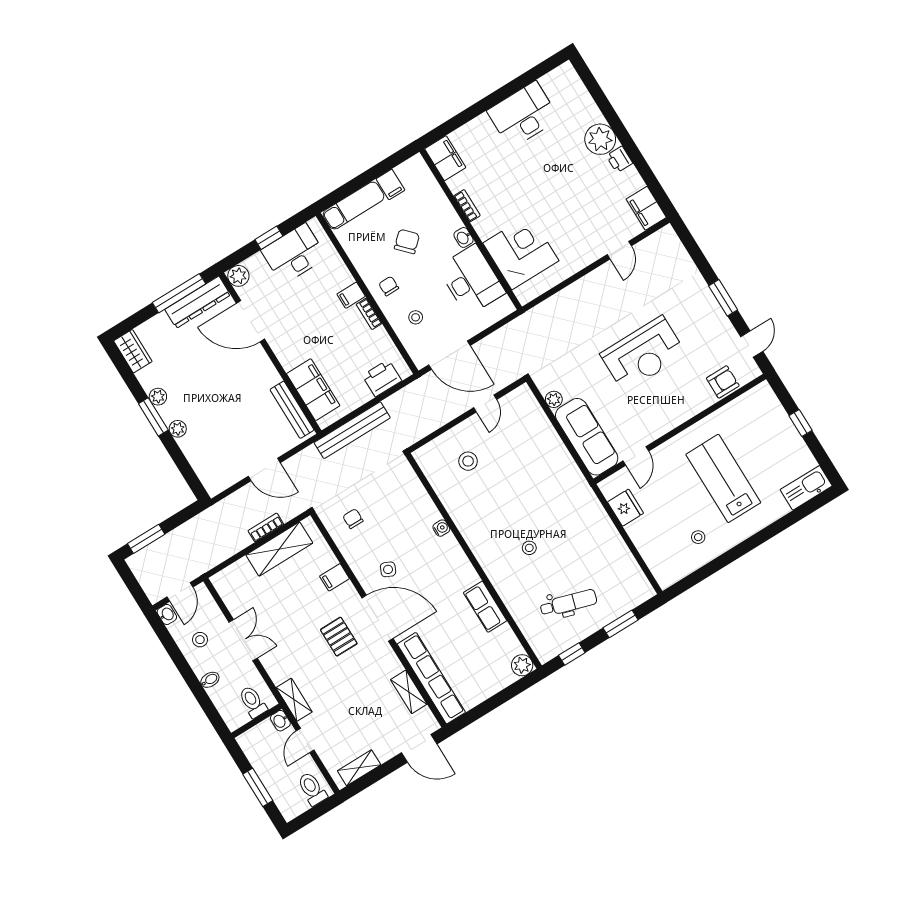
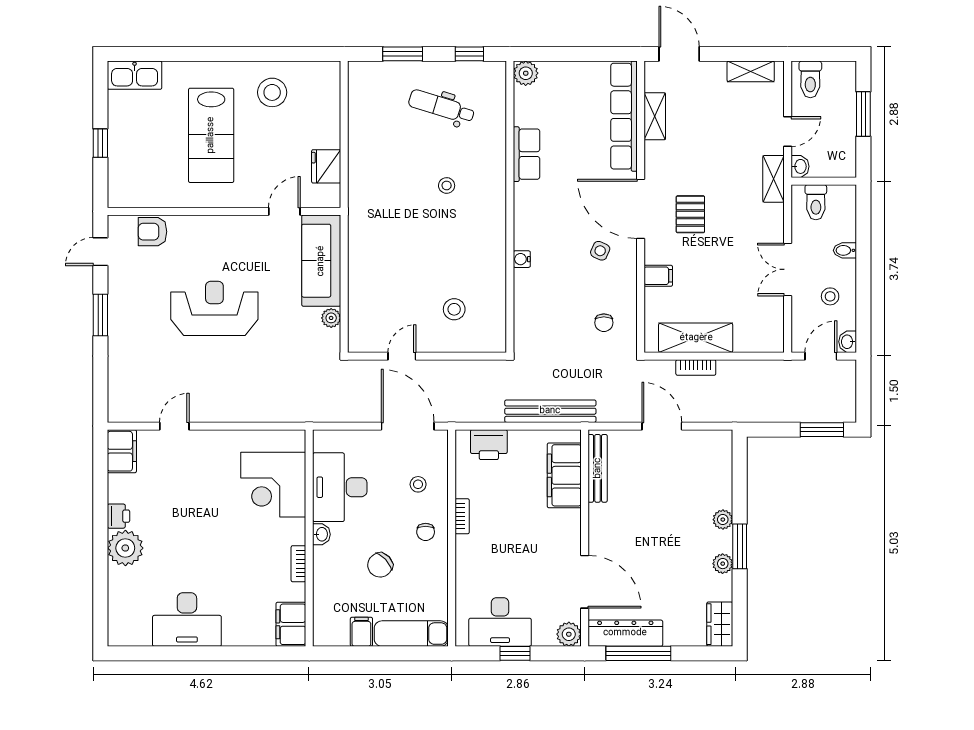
filing cabinet: (351, 295) -> (469, 546), removed
stool: (698, 537) -> (272, 92), width x1.89, depth x1.89

